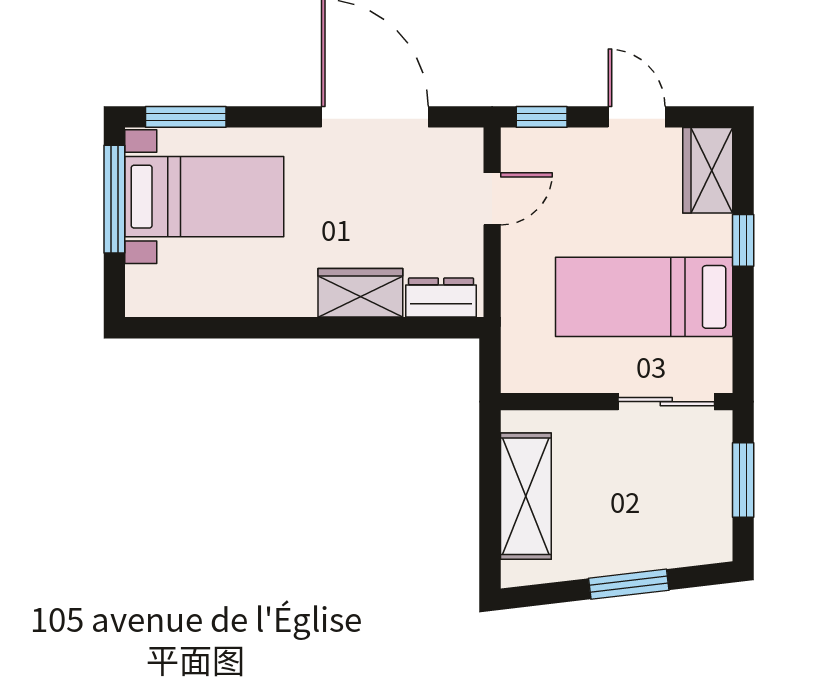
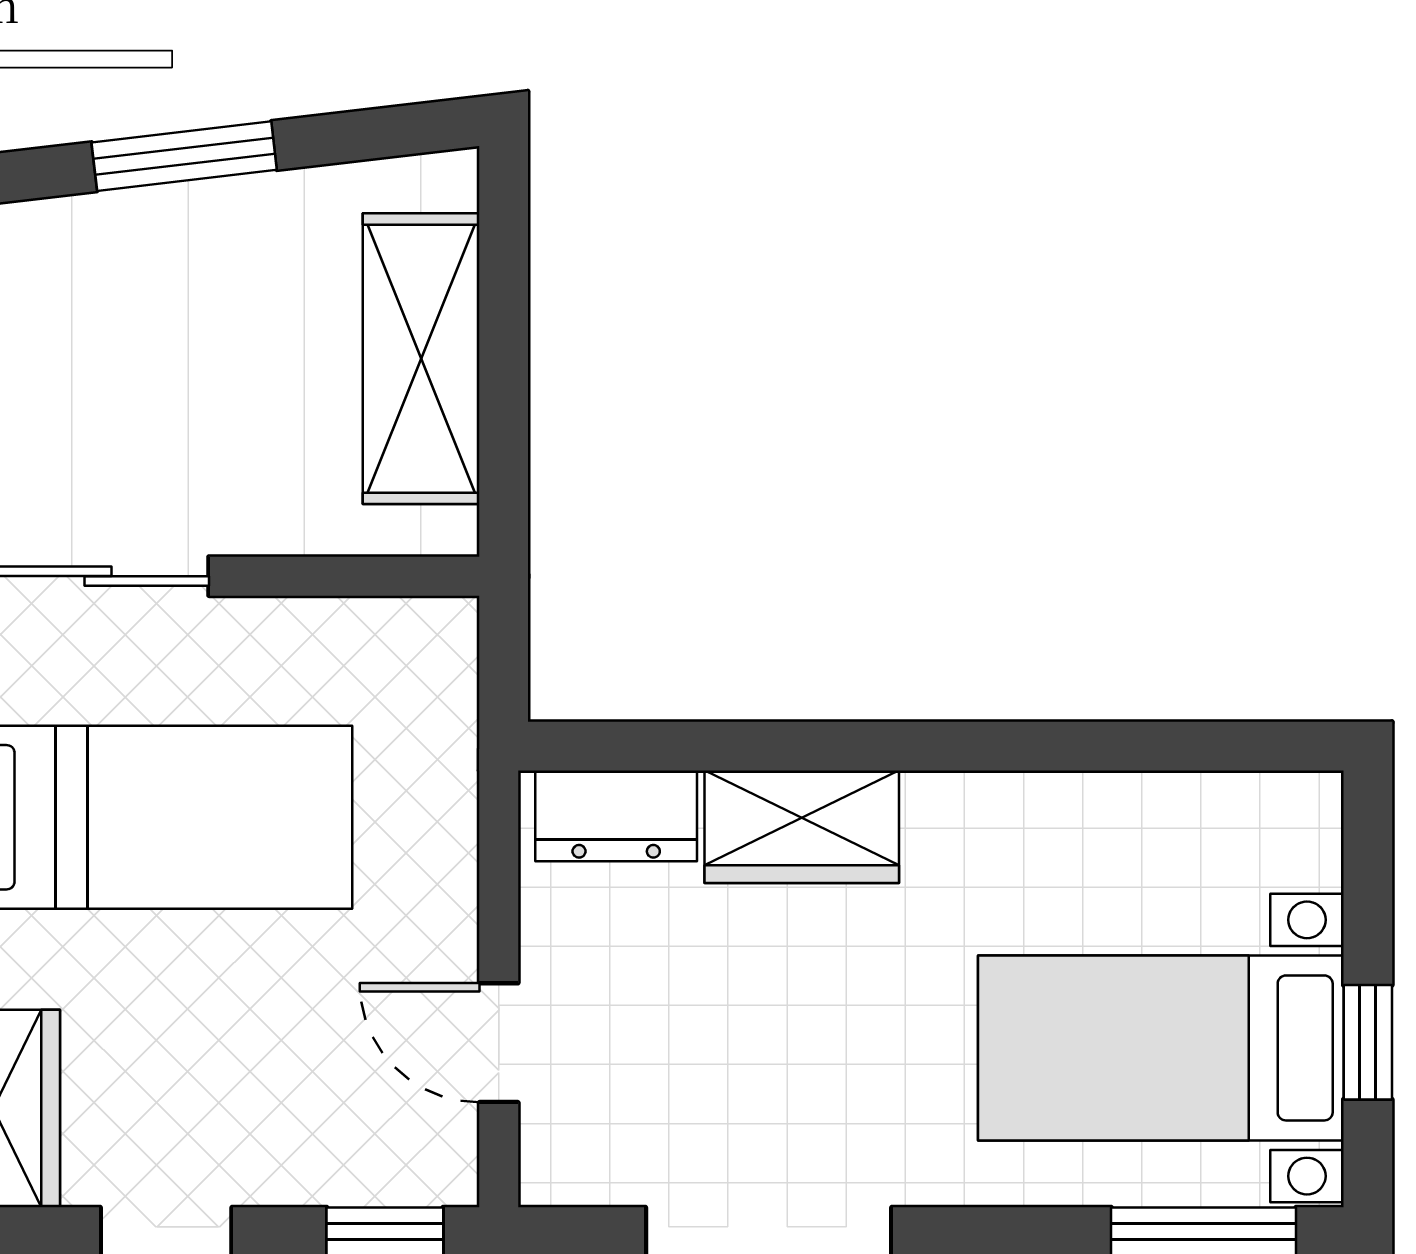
window: (114, 199) -> (1368, 1042), width x0.46
door: (492, 199) -> (499, 1043), hinge flipped

